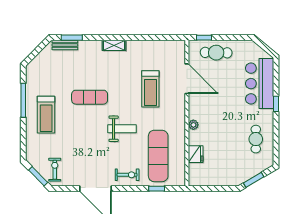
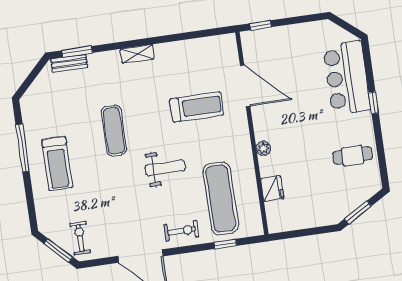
cafe table: (216, 53) -> (280, 44), removed
treadmill: (150, 89) -> (197, 107), turned -90
exercise mat: (90, 97) -> (114, 131), turned 90
cafe table: (256, 139) -> (353, 156), turned 90

